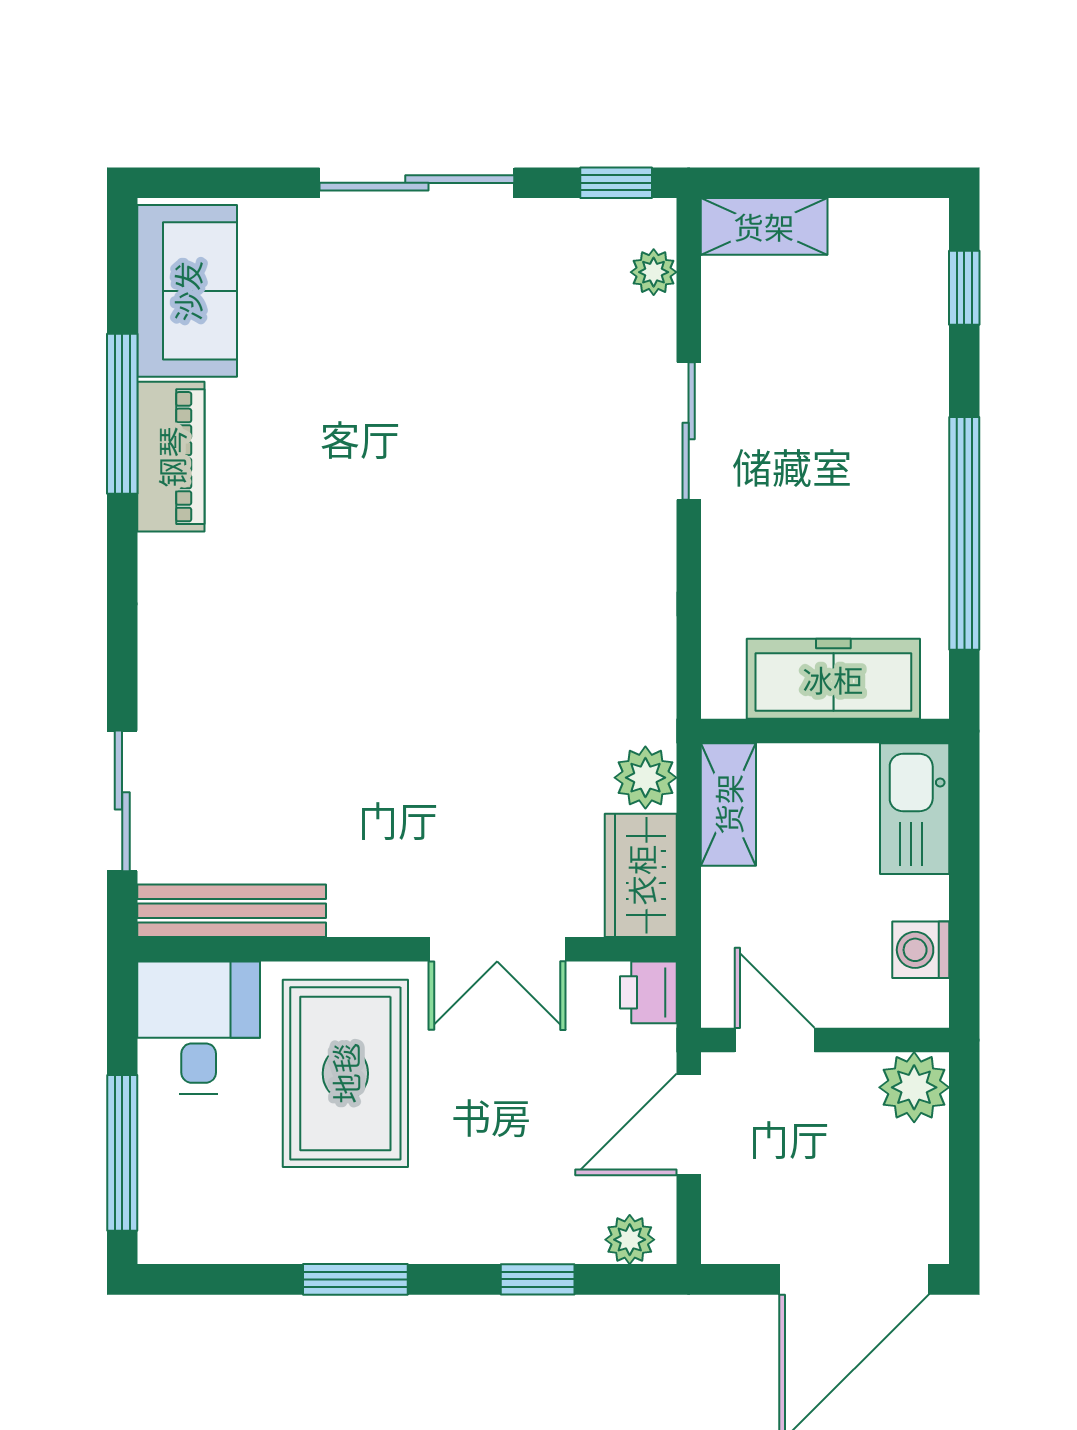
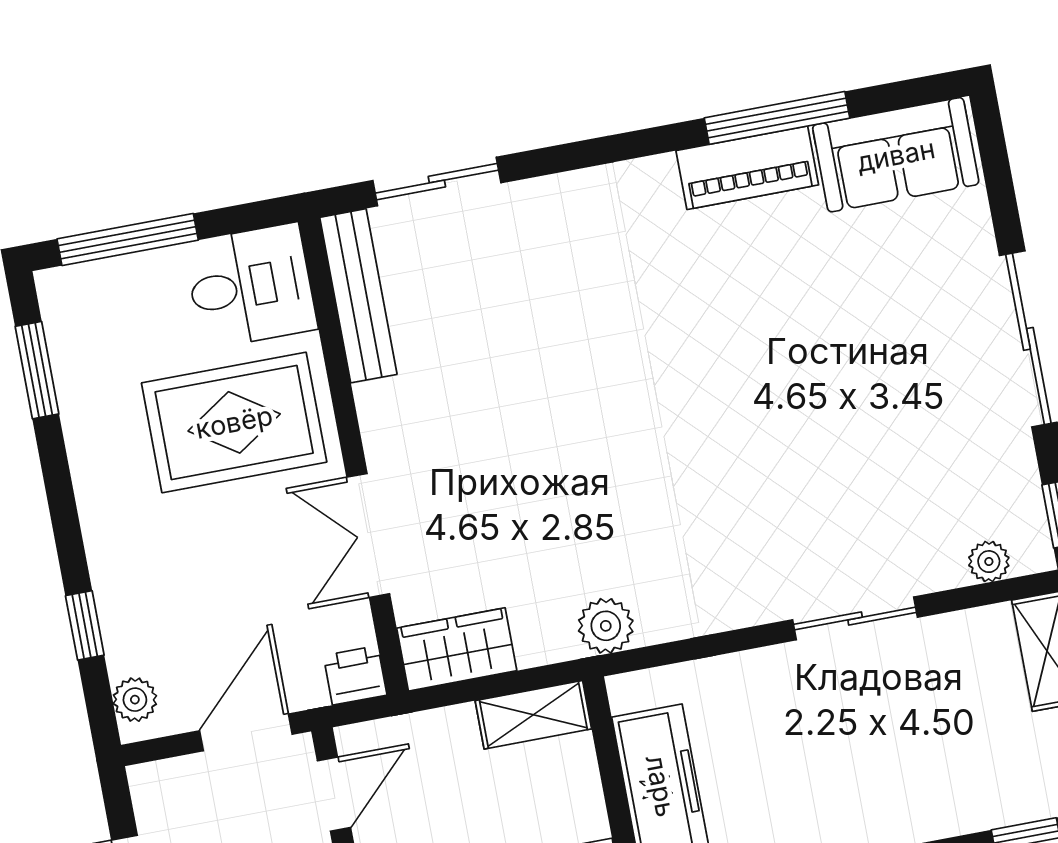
plant: (645, 778) -> (606, 626), moved
door: (689, 1124) -> (246, 732), hinge flipped
window: (355, 1279) -> (37, 370), moved

